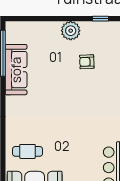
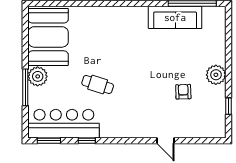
cafe table: (28, 151) -> (98, 84), moved, turned -72

